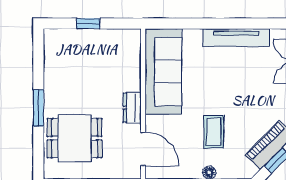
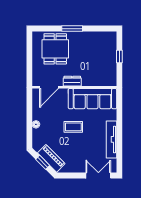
coffee table: (214, 132) -> (73, 127), moved

